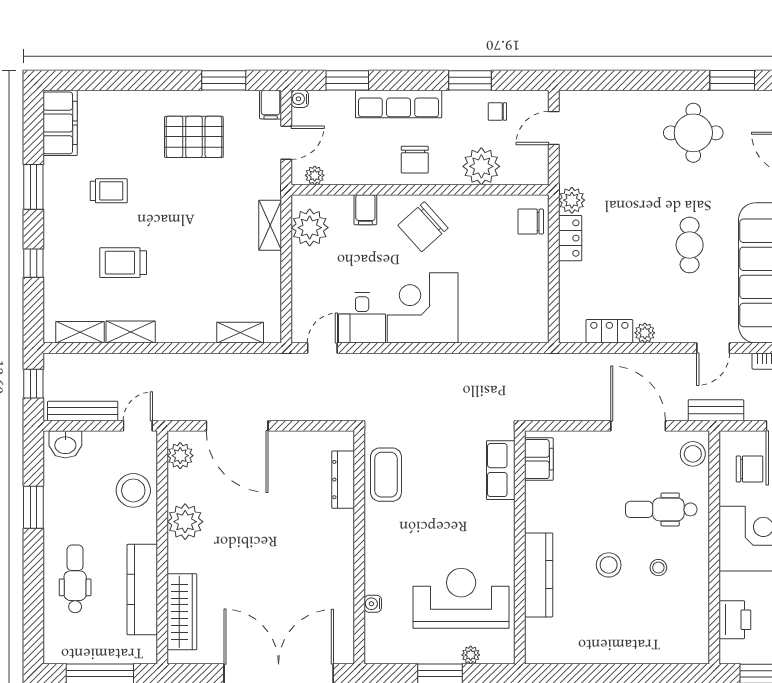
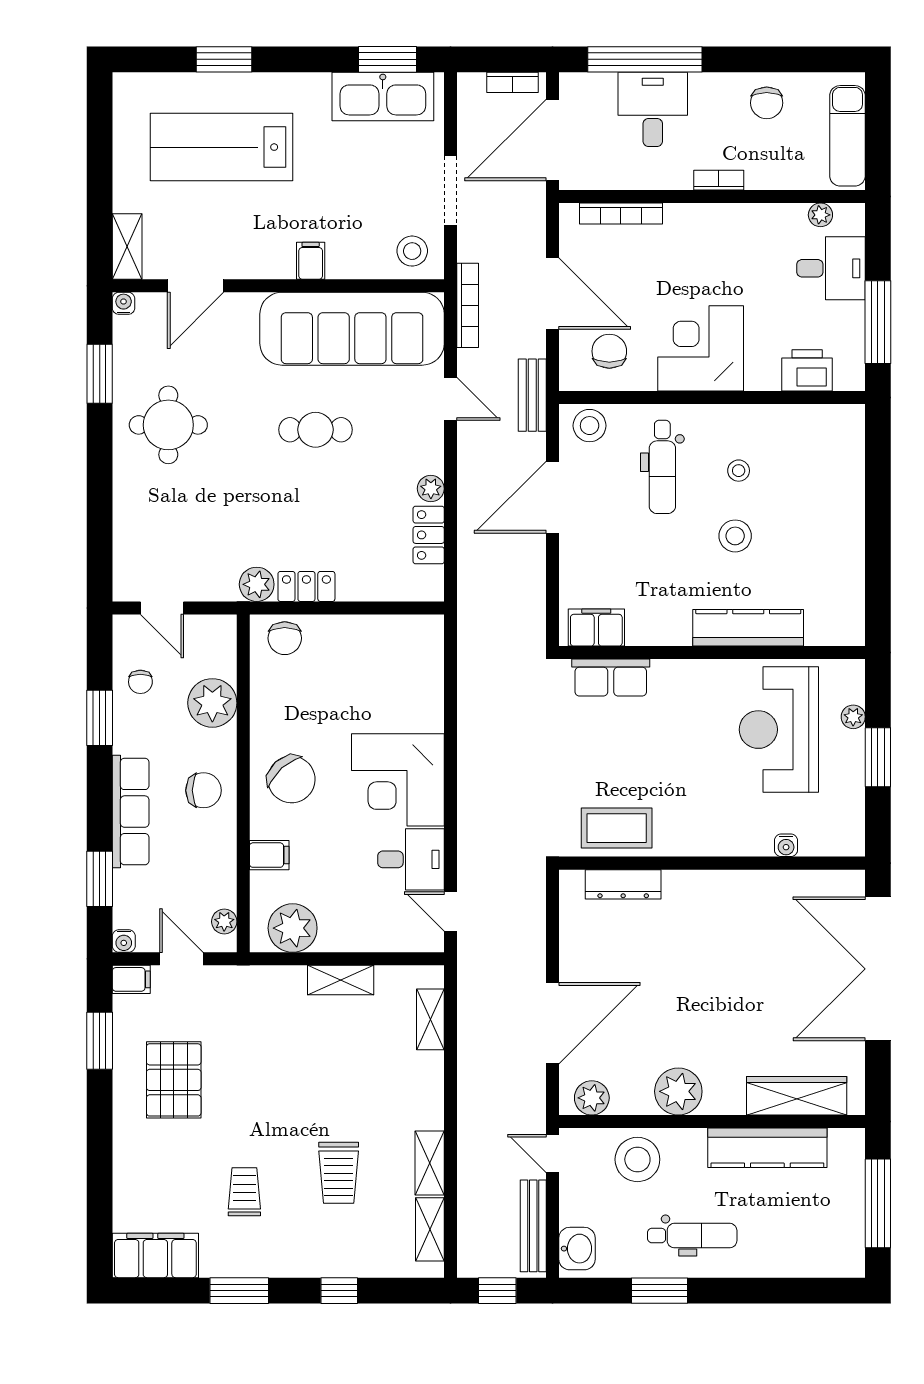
shelving: (270, 225) -> (341, 980), moved
dental chair: (75, 579) -> (692, 1236), moved, turned 180

